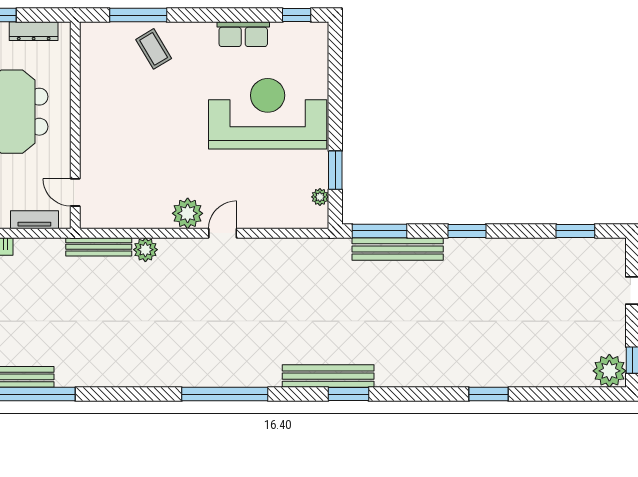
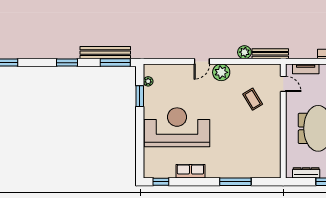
window: (138, 15) -> (235, 182), moved
coffee table: (154, 49) -> (253, 99), moved
reception desk: (268, 114) -> (177, 127), turned 180

